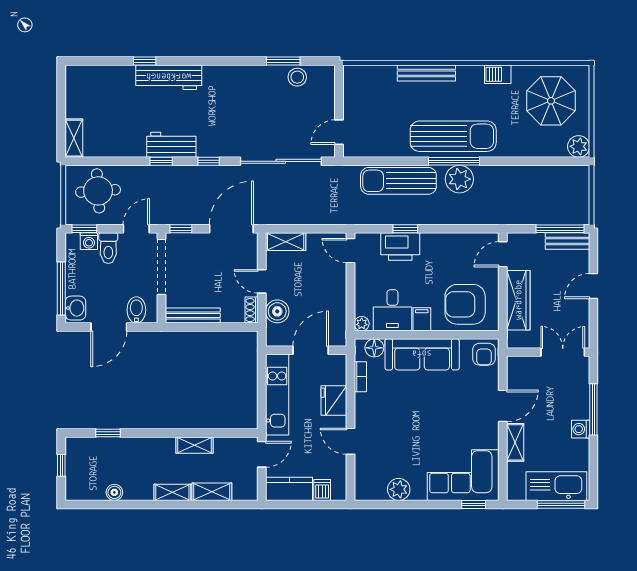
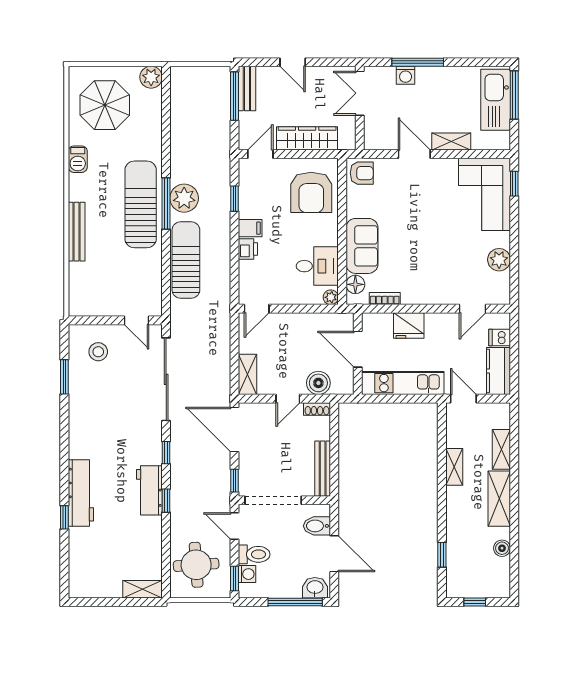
stool: (297, 77) -> (98, 352), moved
sun lounger: (398, 181) -> (186, 260), turned 180
window: (405, 229) -> (235, 199), moved
printer: (400, 246) -> (248, 249), width x0.53, depth x0.68
door: (503, 254) -> (260, 154), swing flipped
filing cabinet: (422, 319) -> (250, 228), moved, turned 180
sofa: (422, 354) -> (362, 246), width x0.73
washing machine: (581, 429) -> (406, 75), moved
door: (350, 441) -> (472, 309), moved
shelving: (172, 492) -> (499, 499), width x1.50, depth x1.33

